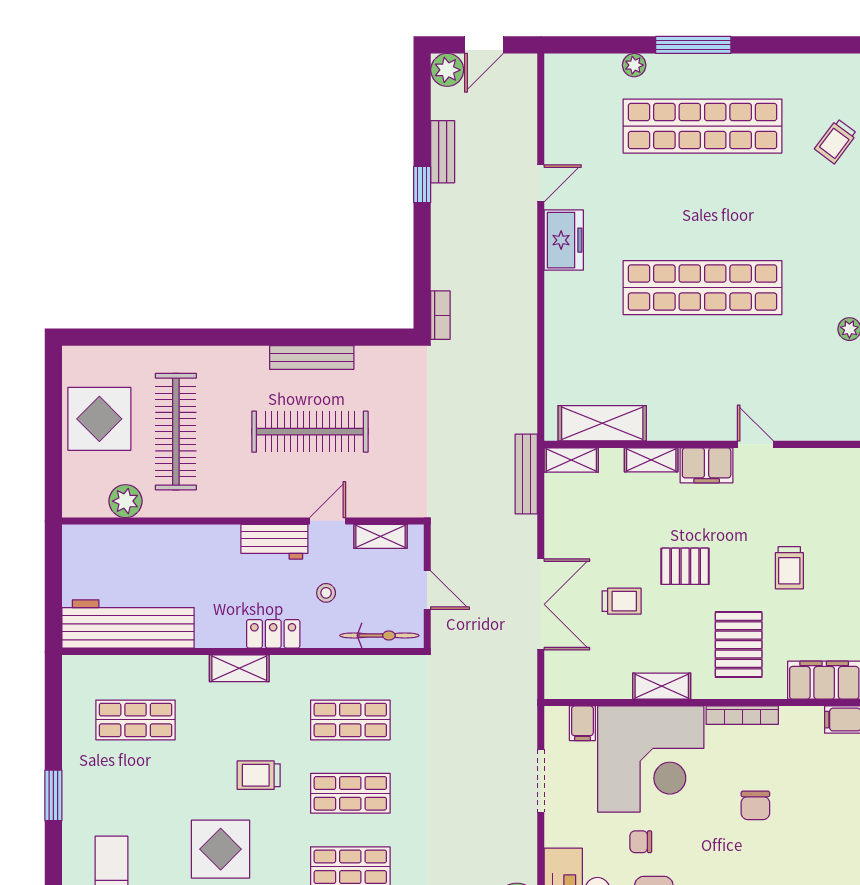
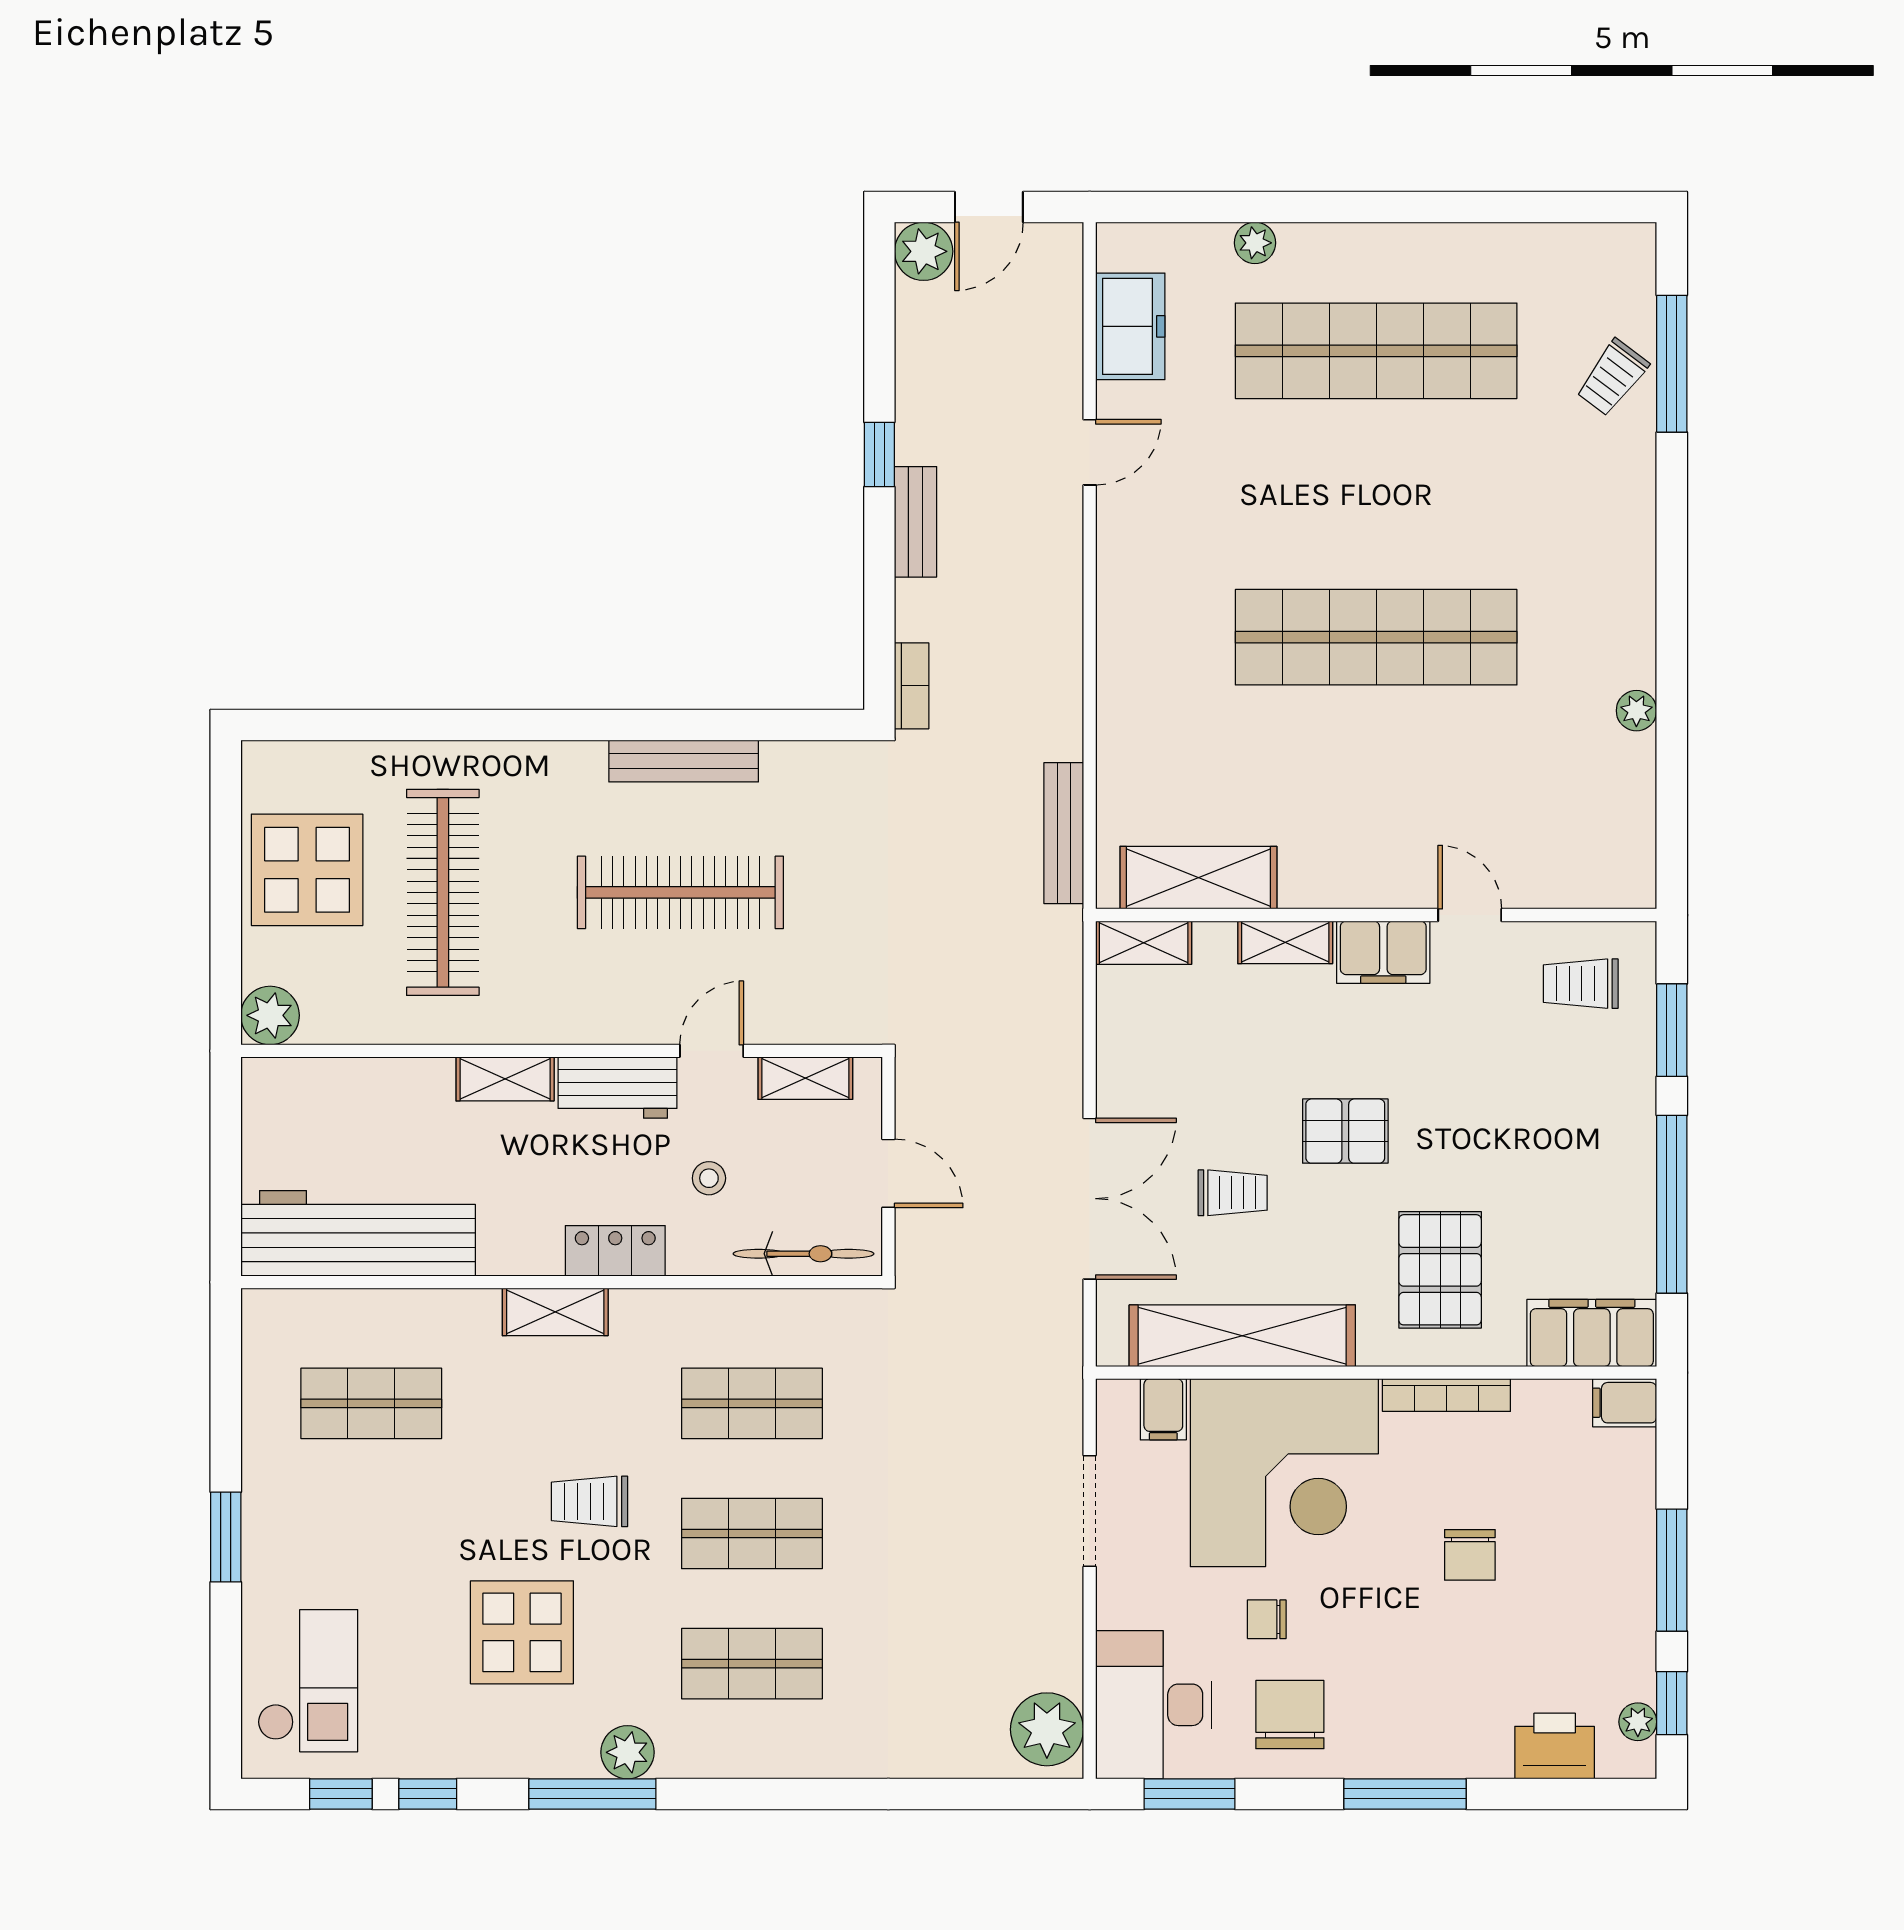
window: (693, 45) -> (1360, 207), removed
bench: (443, 152) -> (916, 522), moved
freezer: (564, 240) -> (1130, 326), moved
bench: (526, 474) -> (1064, 833), moved
plant: (126, 501) -> (270, 1015), moved
shelving: (211, 537) -> (505, 1079), added
trolley: (789, 568) -> (1581, 984), moved, turned 90
shelving: (662, 686) -> (1242, 1336), width x2.20, depth x1.33

